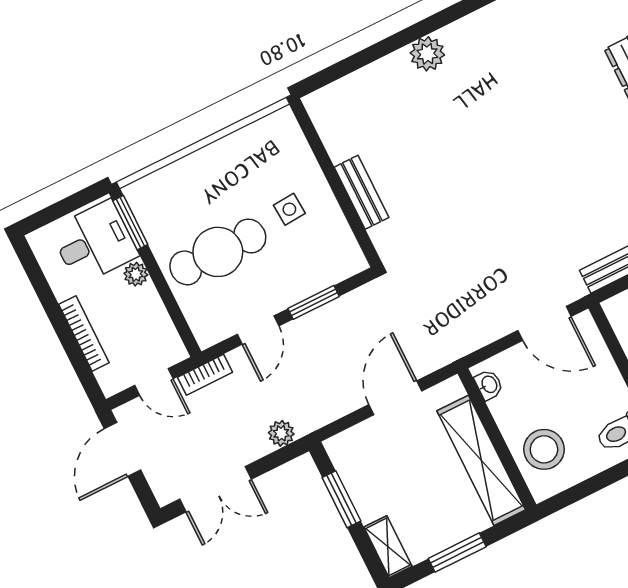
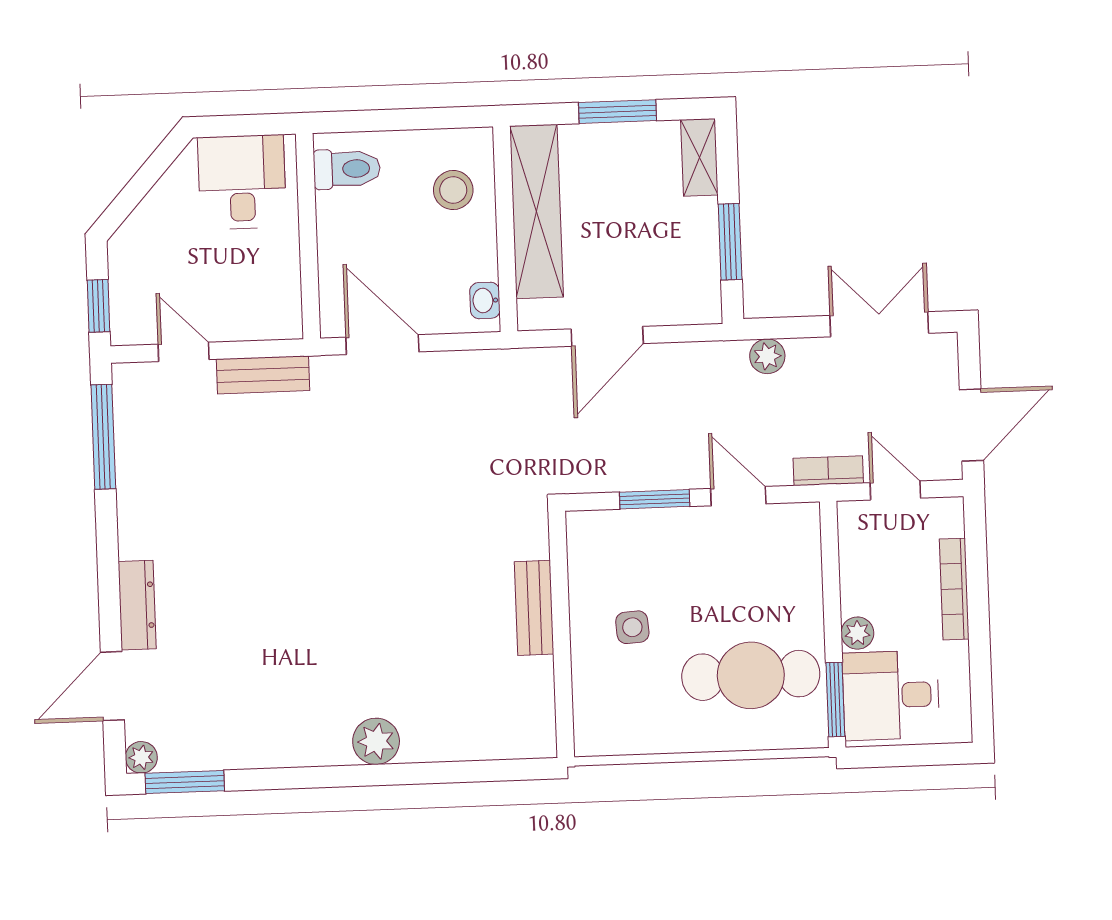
cafe table: (218, 252) -> (751, 675), moved
door: (258, 330) -> (738, 496), hinge flipped
stool: (544, 449) -> (453, 190), width x0.73, depth x0.73

